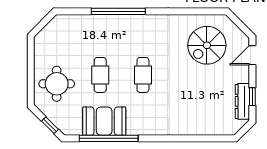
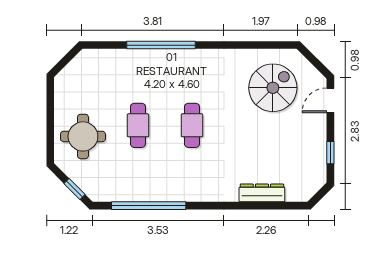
spiral stairs: (207, 45) -> (273, 88), turned 180
dresser: (242, 101) -> (262, 193), moved, turned 90
booth: (104, 121) -> (143, 184), removed

